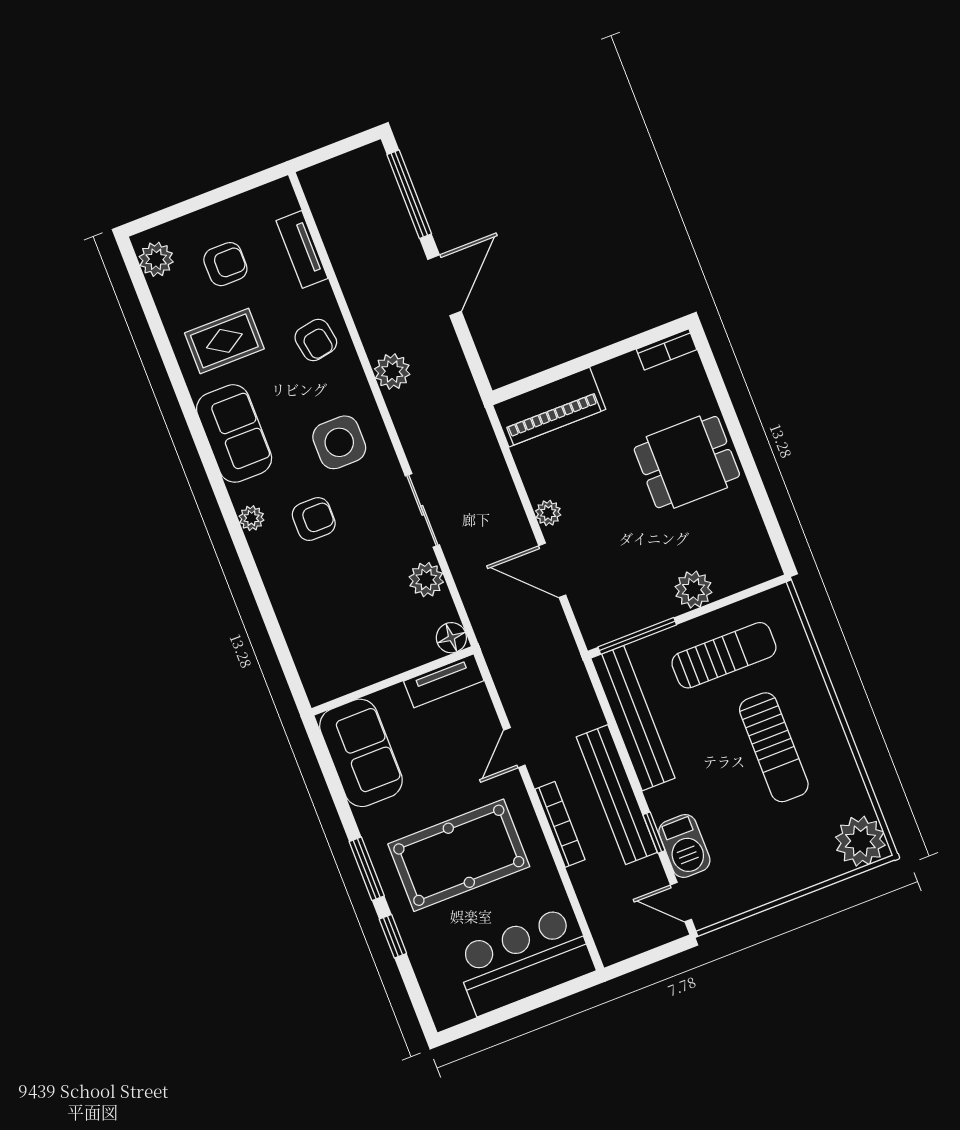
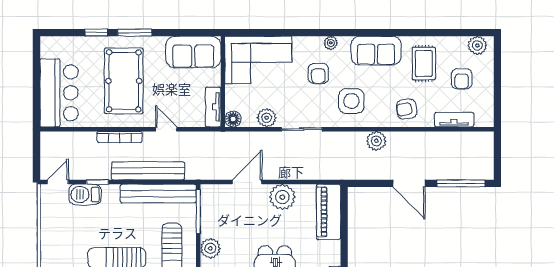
plant: (548, 513) -> (282, 197), width x1.88, depth x1.88
corner sofa: (331, 633) -> (258, 60), added
bench: (617, 795) -> (148, 171), moved

